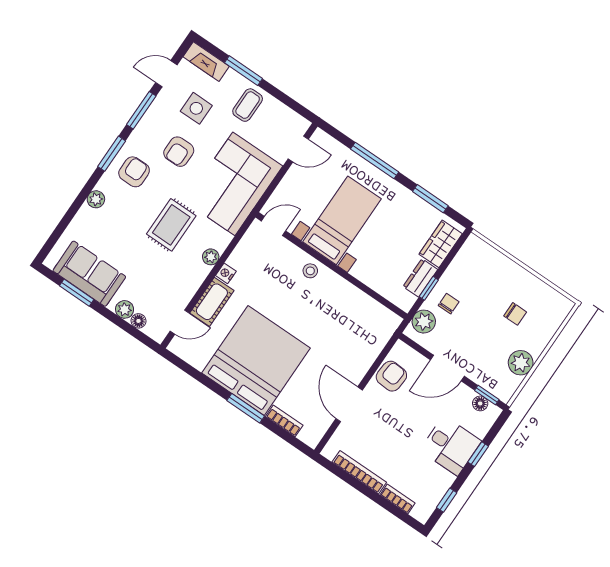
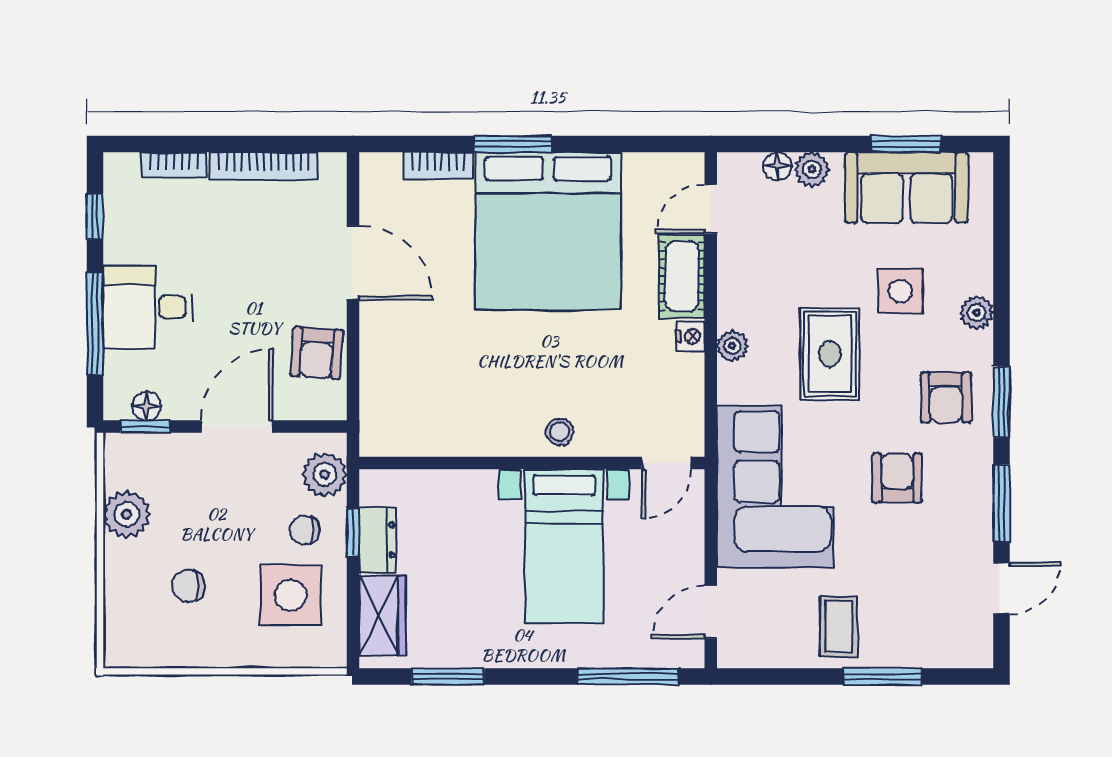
fireplace: (206, 62) -> (951, 650), removed
side table: (196, 108) -> (900, 291), moved
window: (375, 160) -> (628, 676), moved
side table: (474, 280) -> (291, 595), added
chair: (449, 304) -> (305, 530), turned 90
window: (478, 454) -> (95, 323), width x2.17

